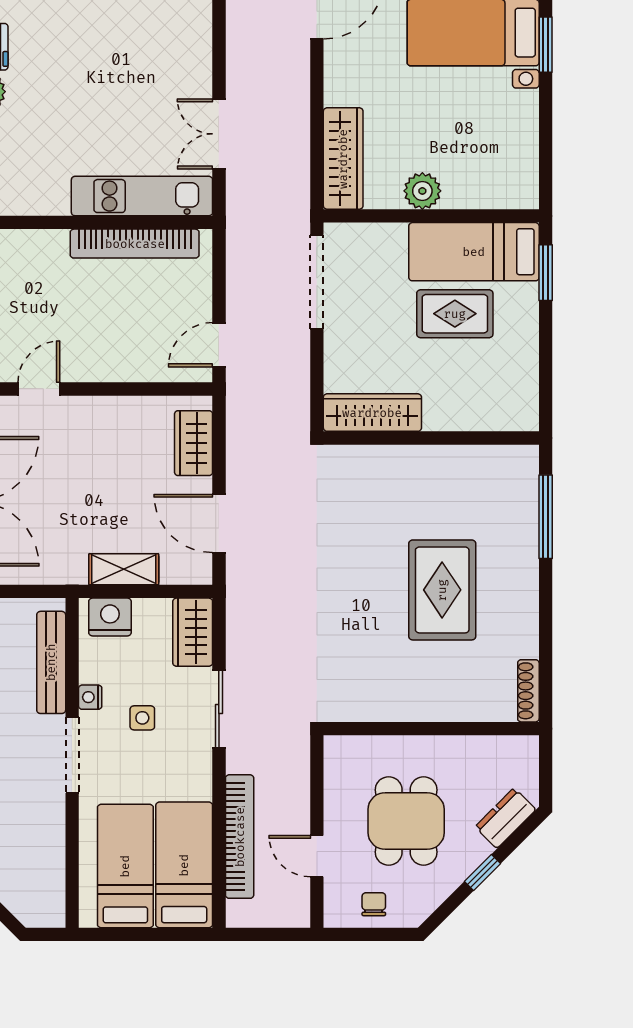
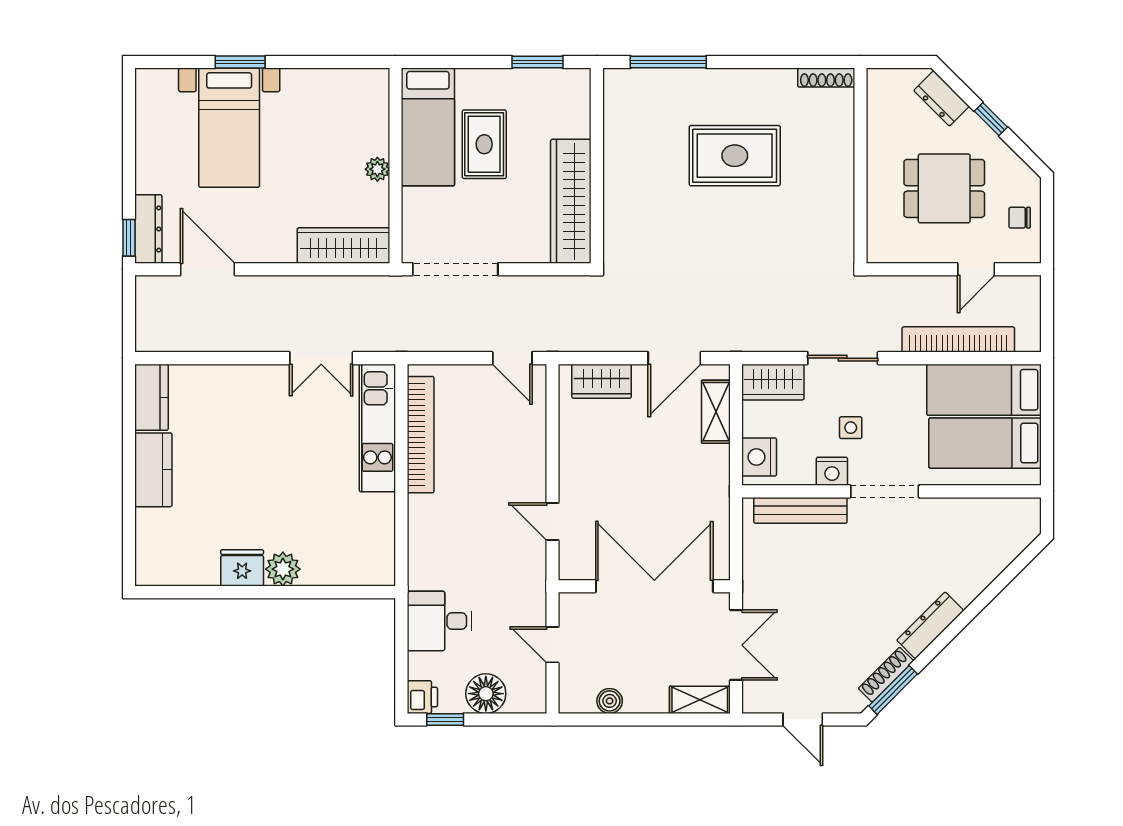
plant: (422, 191) -> (377, 169), width x0.73, depth x0.73
window: (546, 273) -> (537, 62), moved
wardrobe: (372, 413) -> (571, 201), width x1.40, depth x1.17
shelving: (124, 569) -> (716, 412), moved
nightstand: (90, 697) -> (832, 471), width x1.39, depth x1.35

